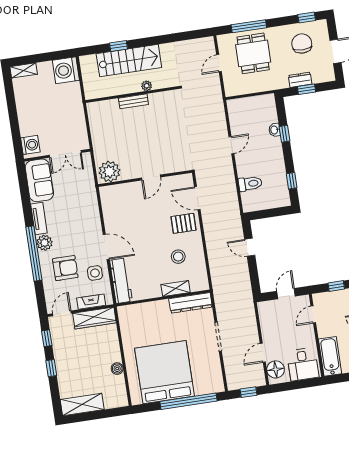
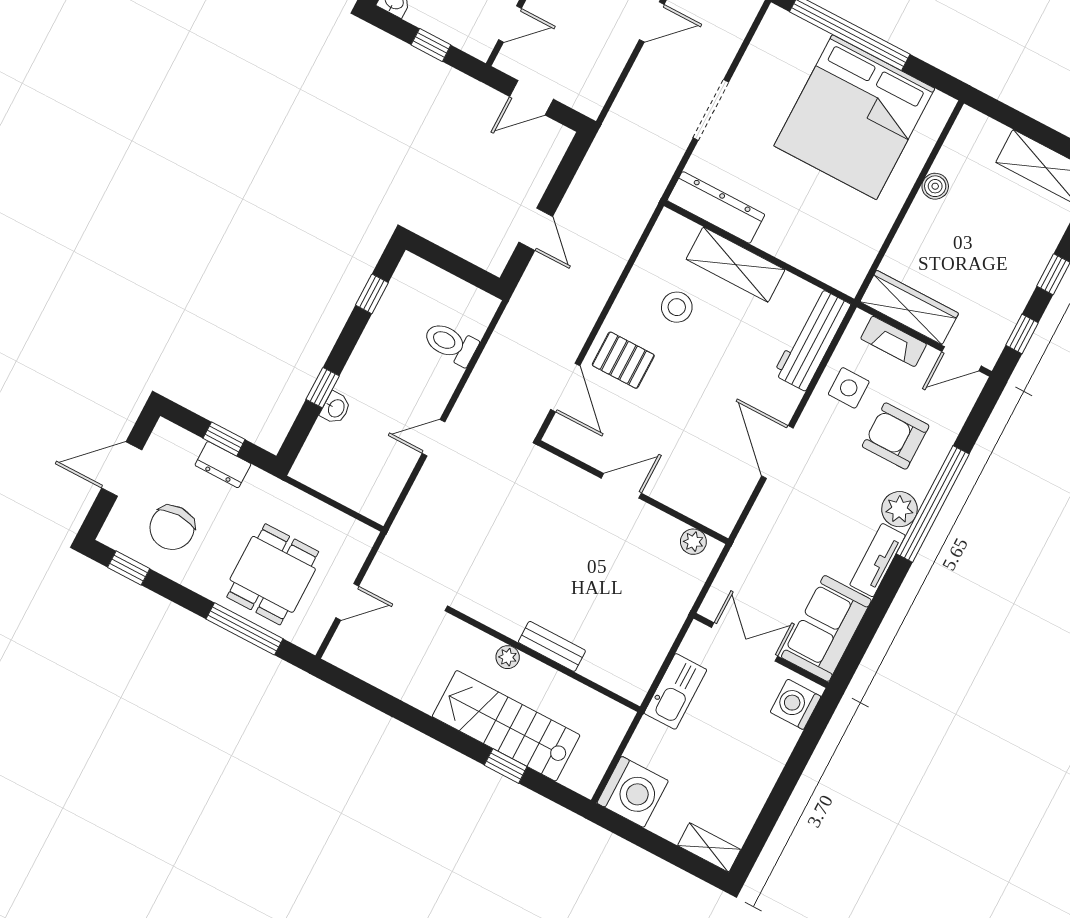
kitchen sink: (77, 118) -> (675, 691), added
plant: (109, 172) -> (693, 542), width x0.53, depth x0.53
door: (106, 247) -> (777, 452), moved
shelving: (176, 289) -> (736, 265), width x1.50, depth x1.33

